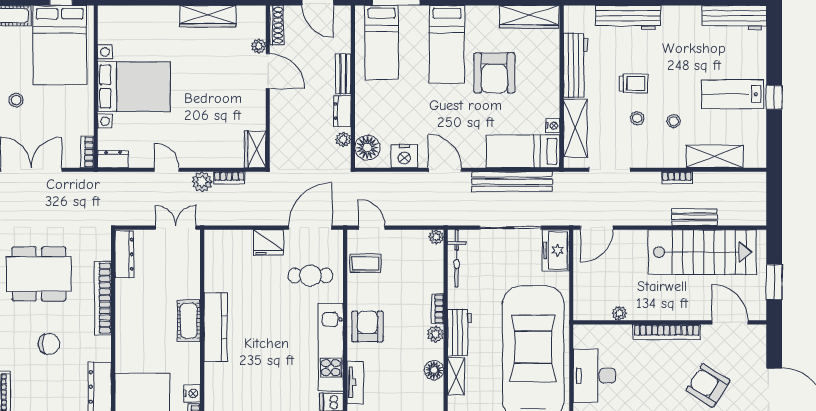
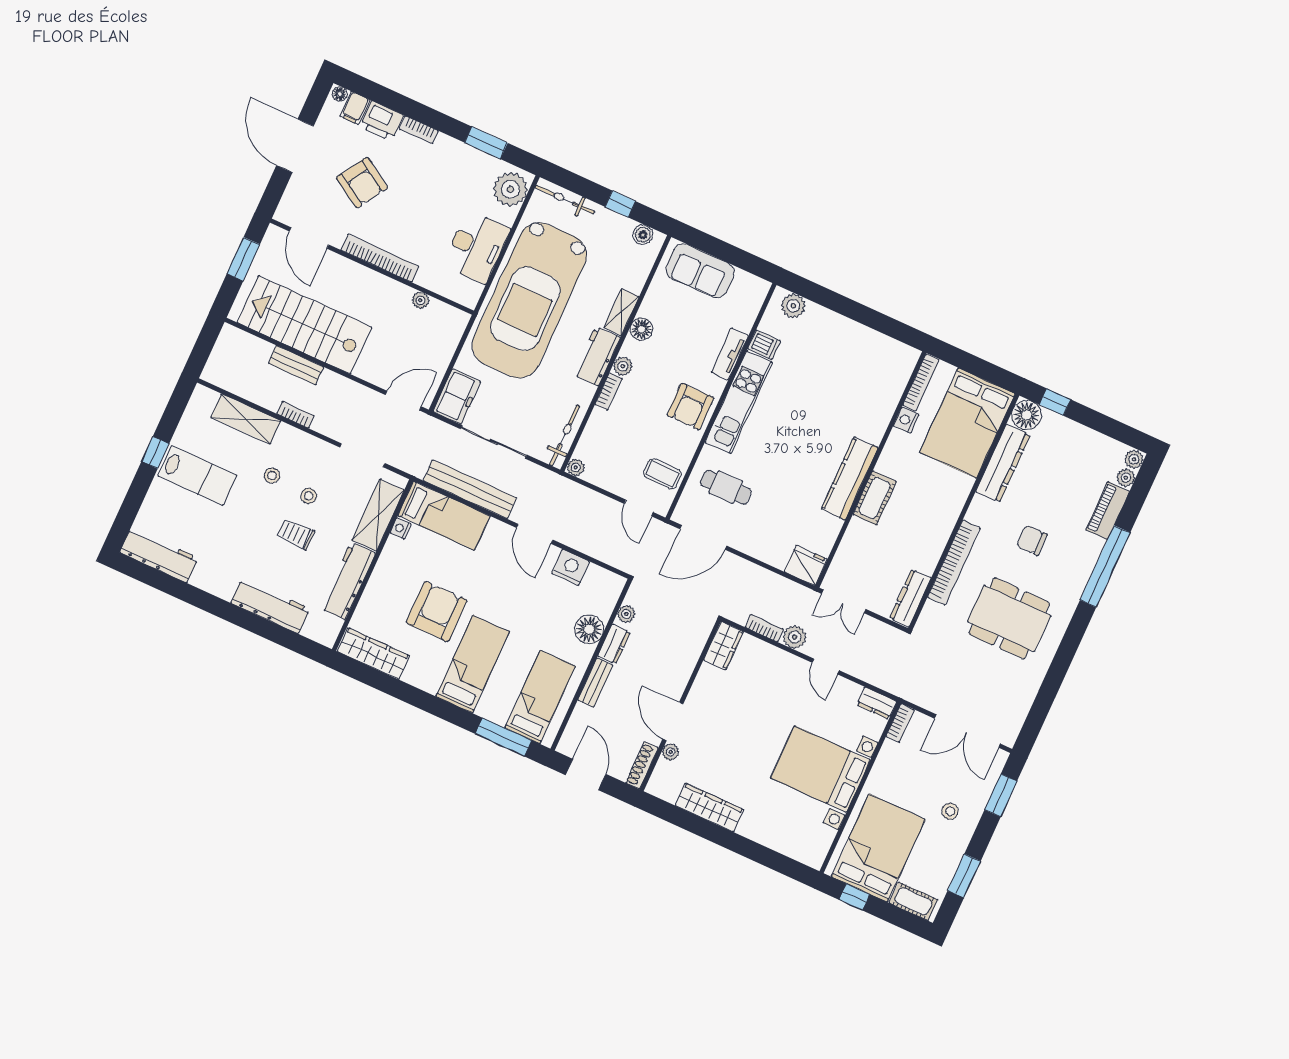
floor lamp: (367, 148) -> (589, 629), moved
fridge: (268, 242) -> (806, 566), moved

